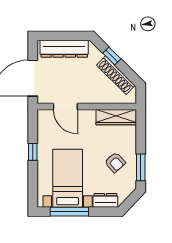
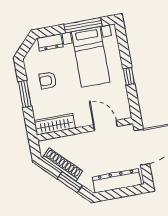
window: (112, 56) -> (70, 182), width x1.50
armchair: (115, 162) -> (48, 81), turned -47
window: (141, 167) -> (25, 94), moved

